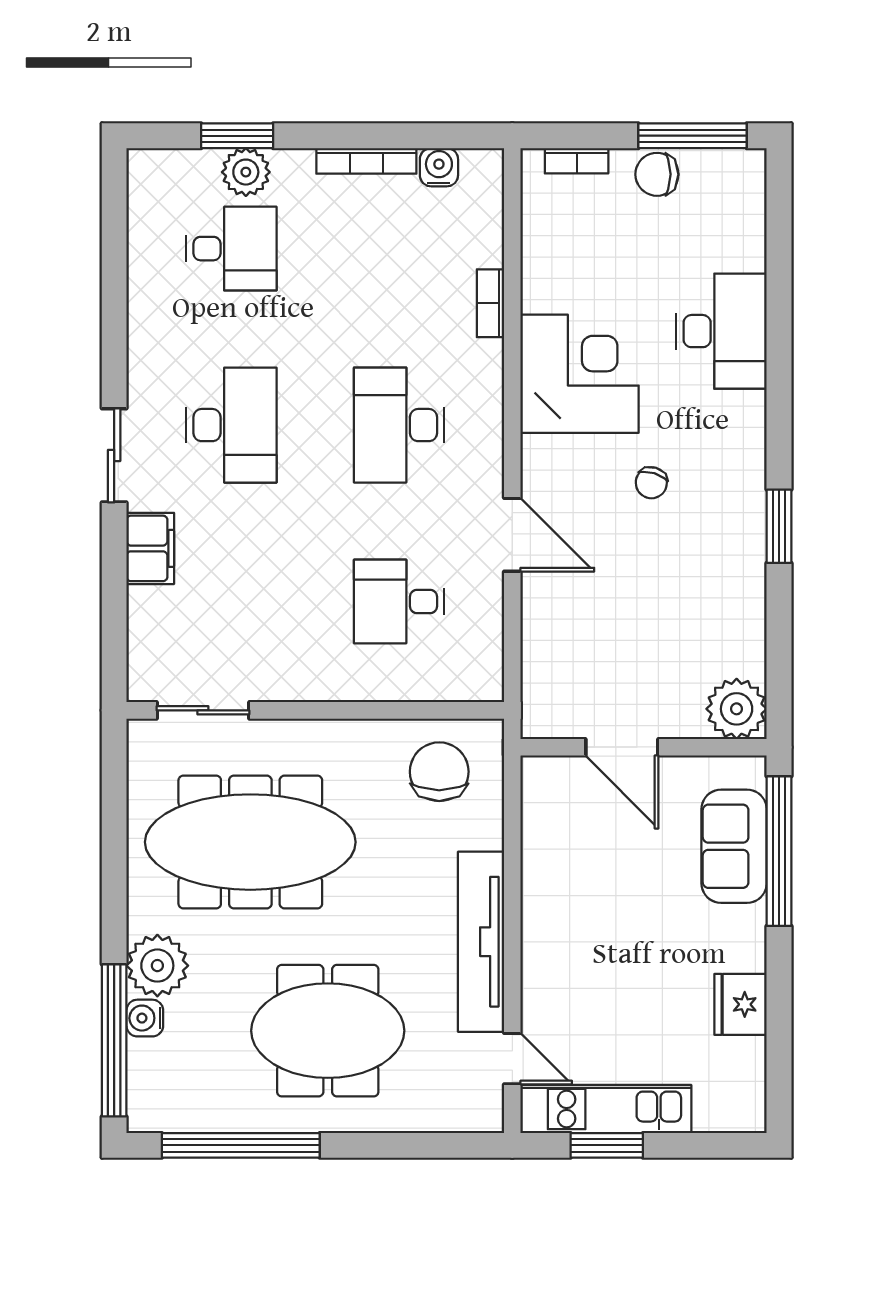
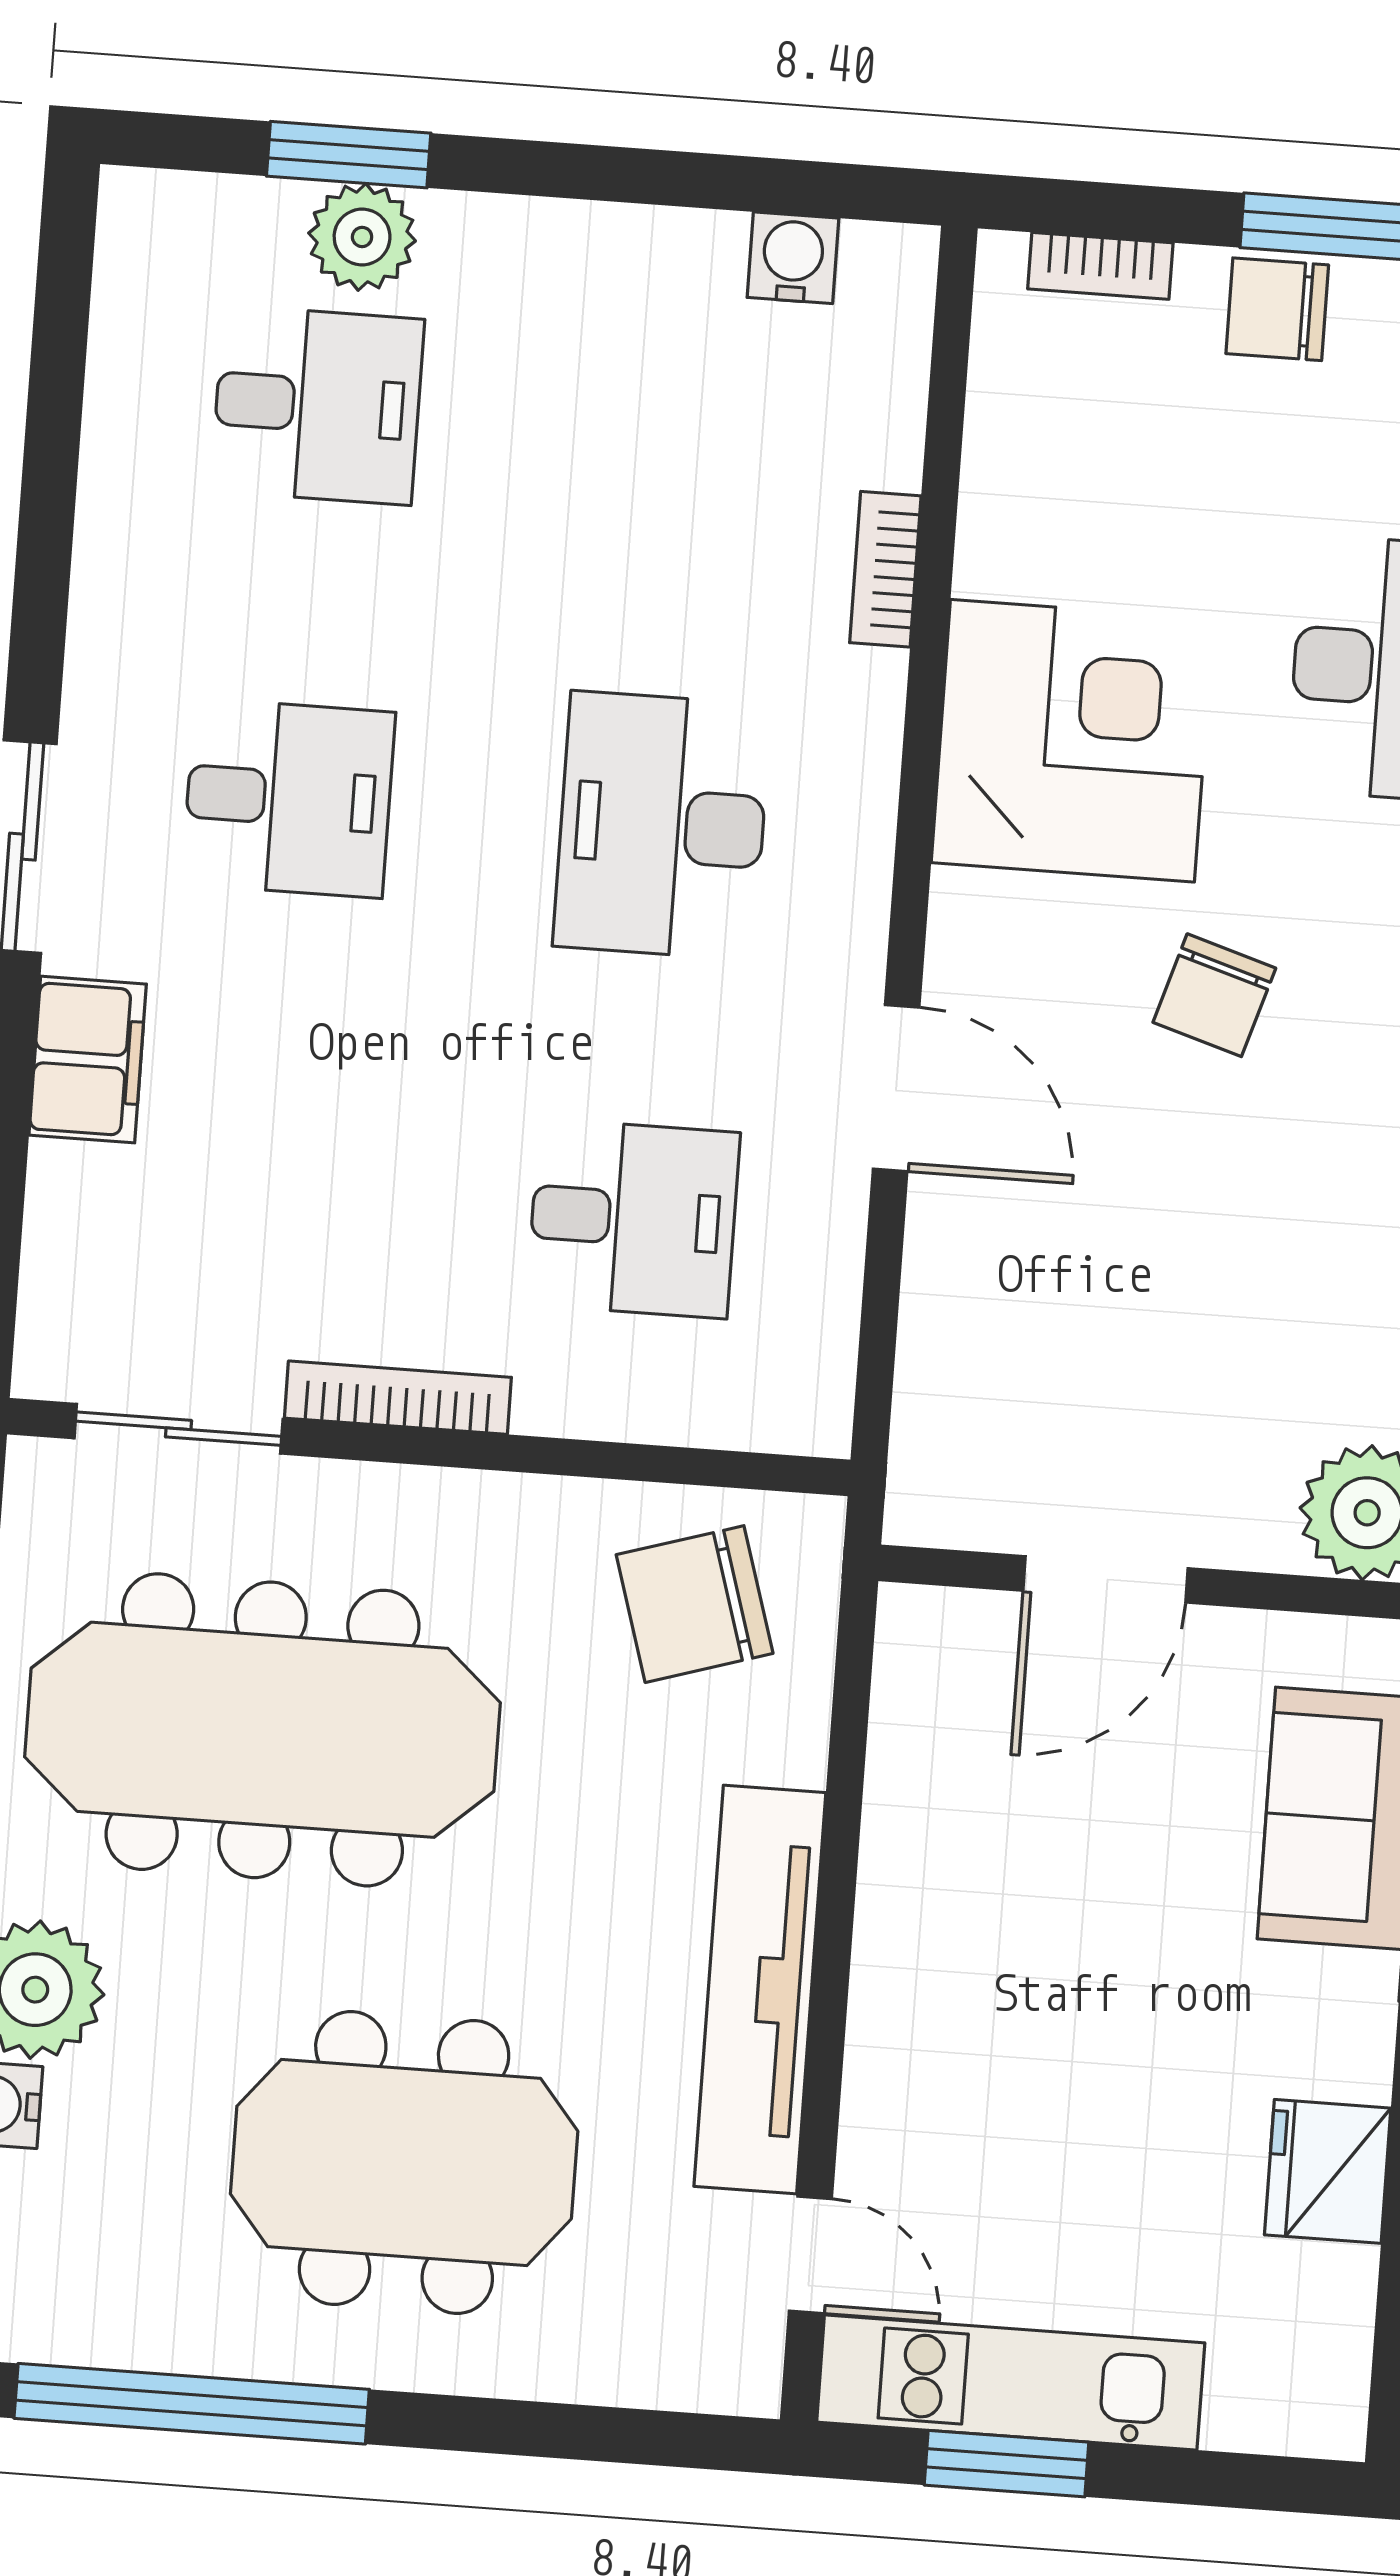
bookcase: (366, 161) -> (398, 1398), moved, turned 180
desk: (231, 425) -> (289, 798), width x0.73
chair: (651, 483) -> (1214, 995), width x1.37, depth x1.37
desk: (399, 602) -> (633, 1219), turned 180
door: (622, 747) -> (1105, 1579), hinge flipped
chair: (439, 772) -> (695, 1604), turned -107

